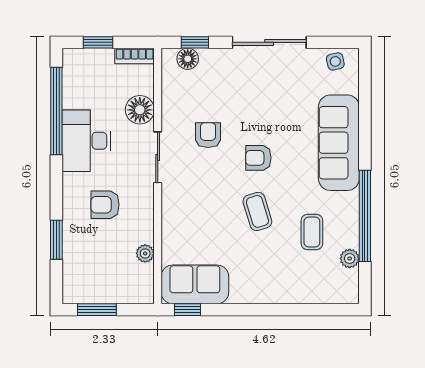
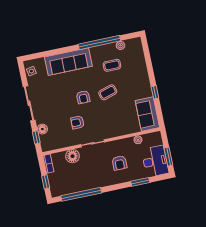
floor lamp: (188, 59) -> (42, 129), moved
desk: (86, 141) -> (155, 161), moved, turned -90
window: (188, 310) -> (155, 92), moved

